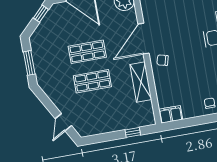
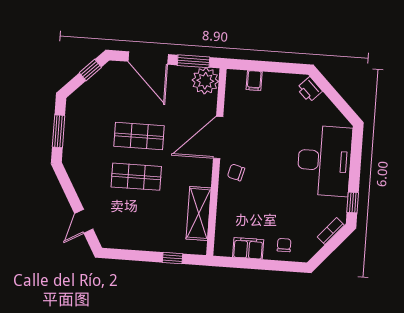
shelving: (141, 82) -> (199, 213), moved
filing cabinet: (171, 114) -> (248, 248), moved

